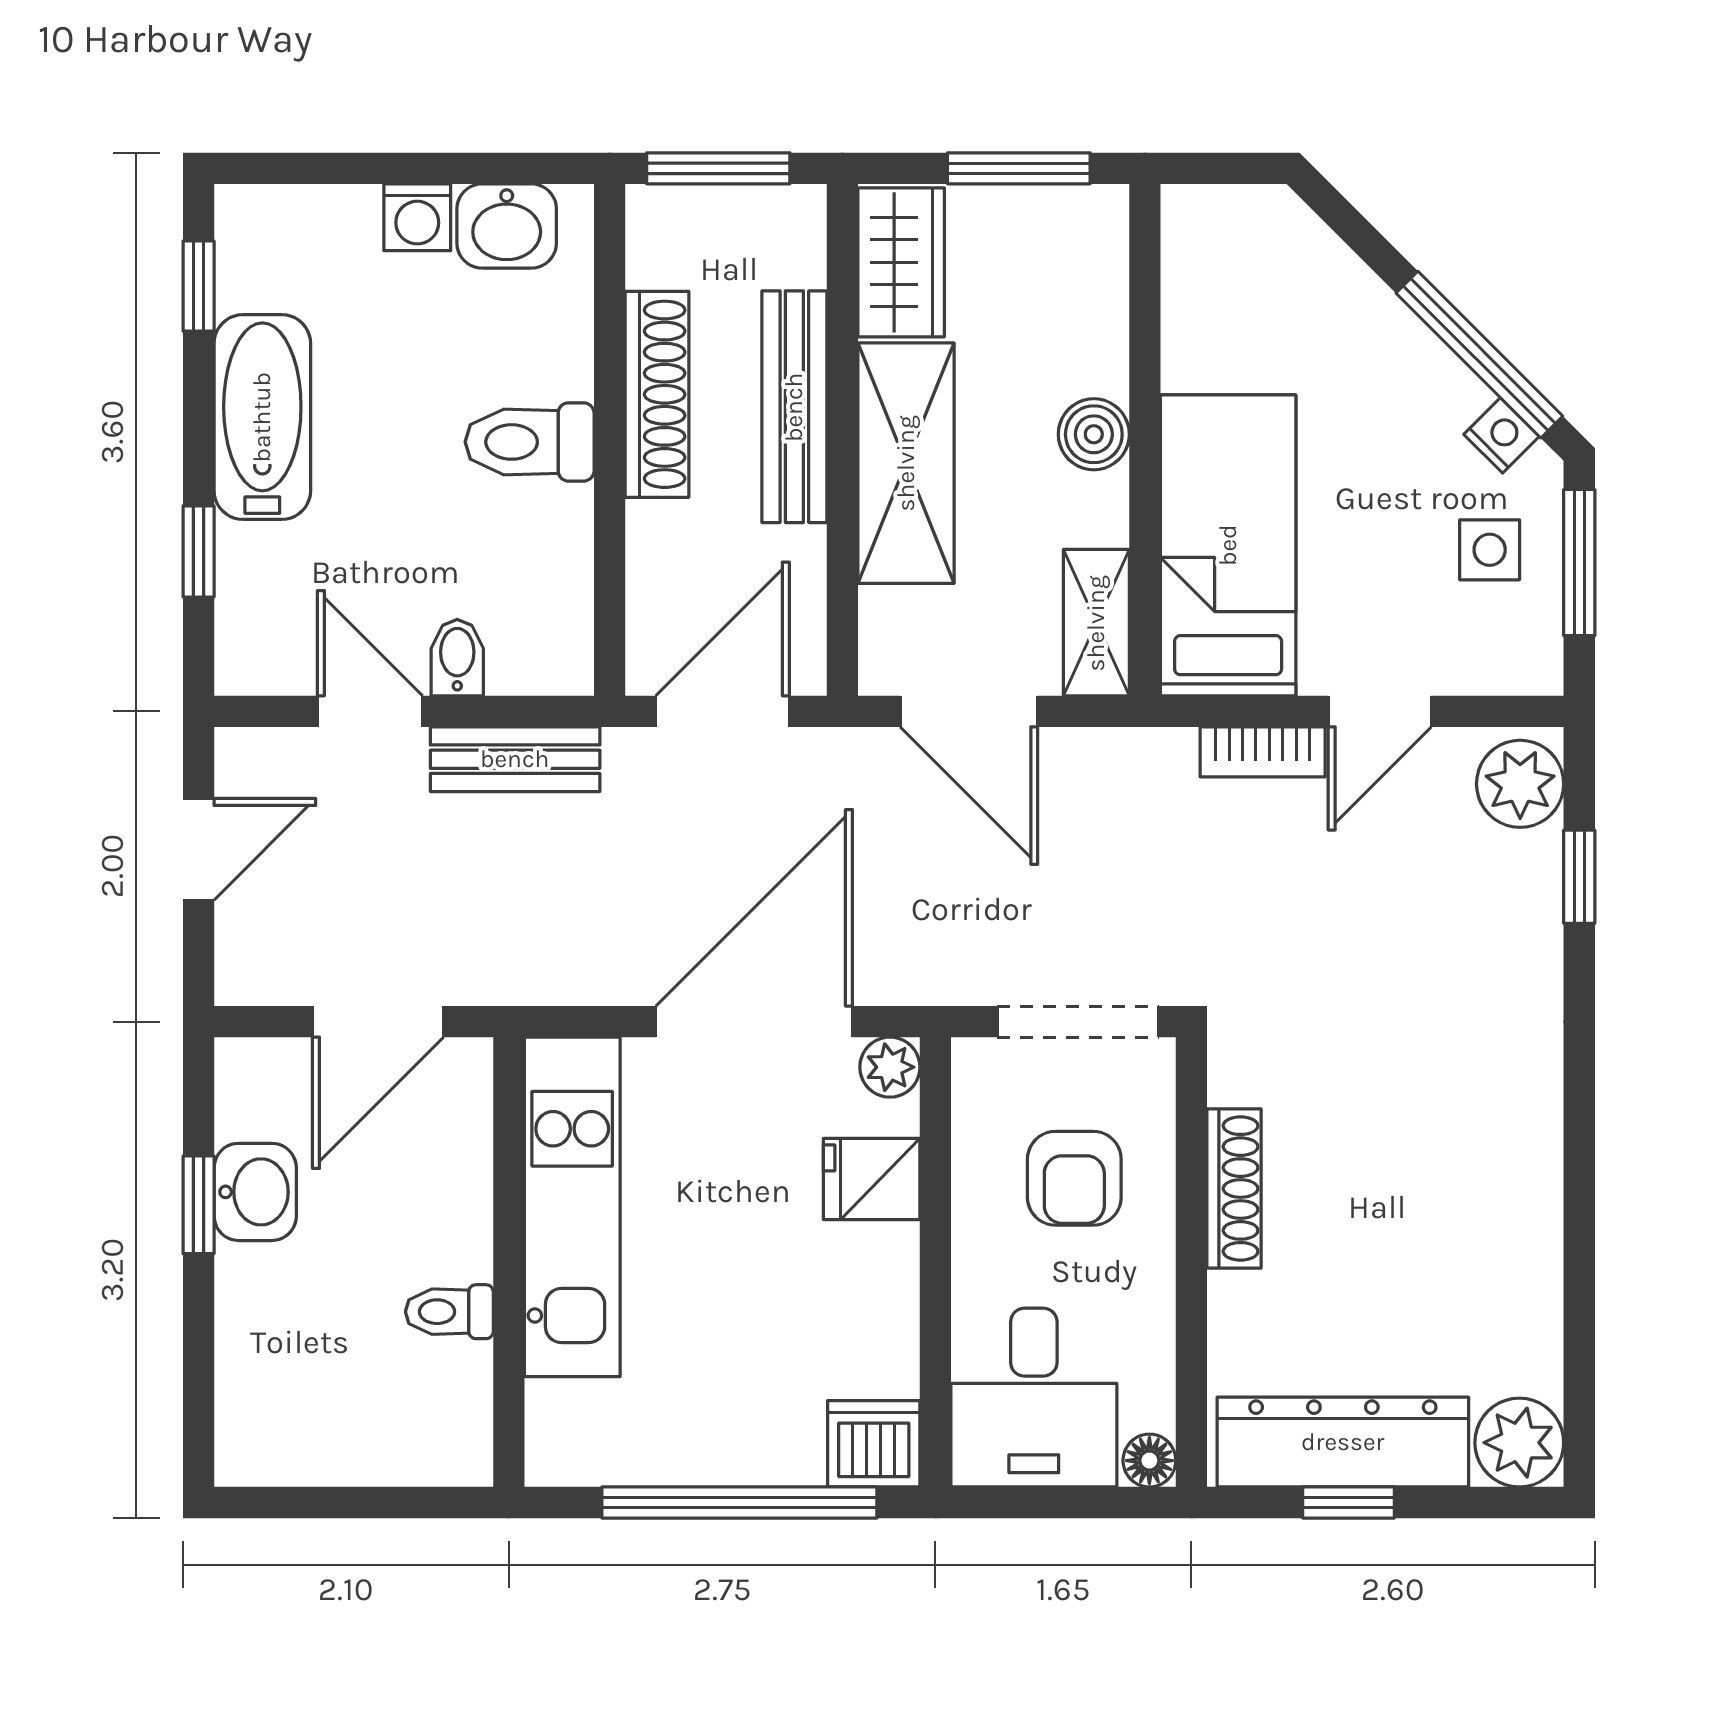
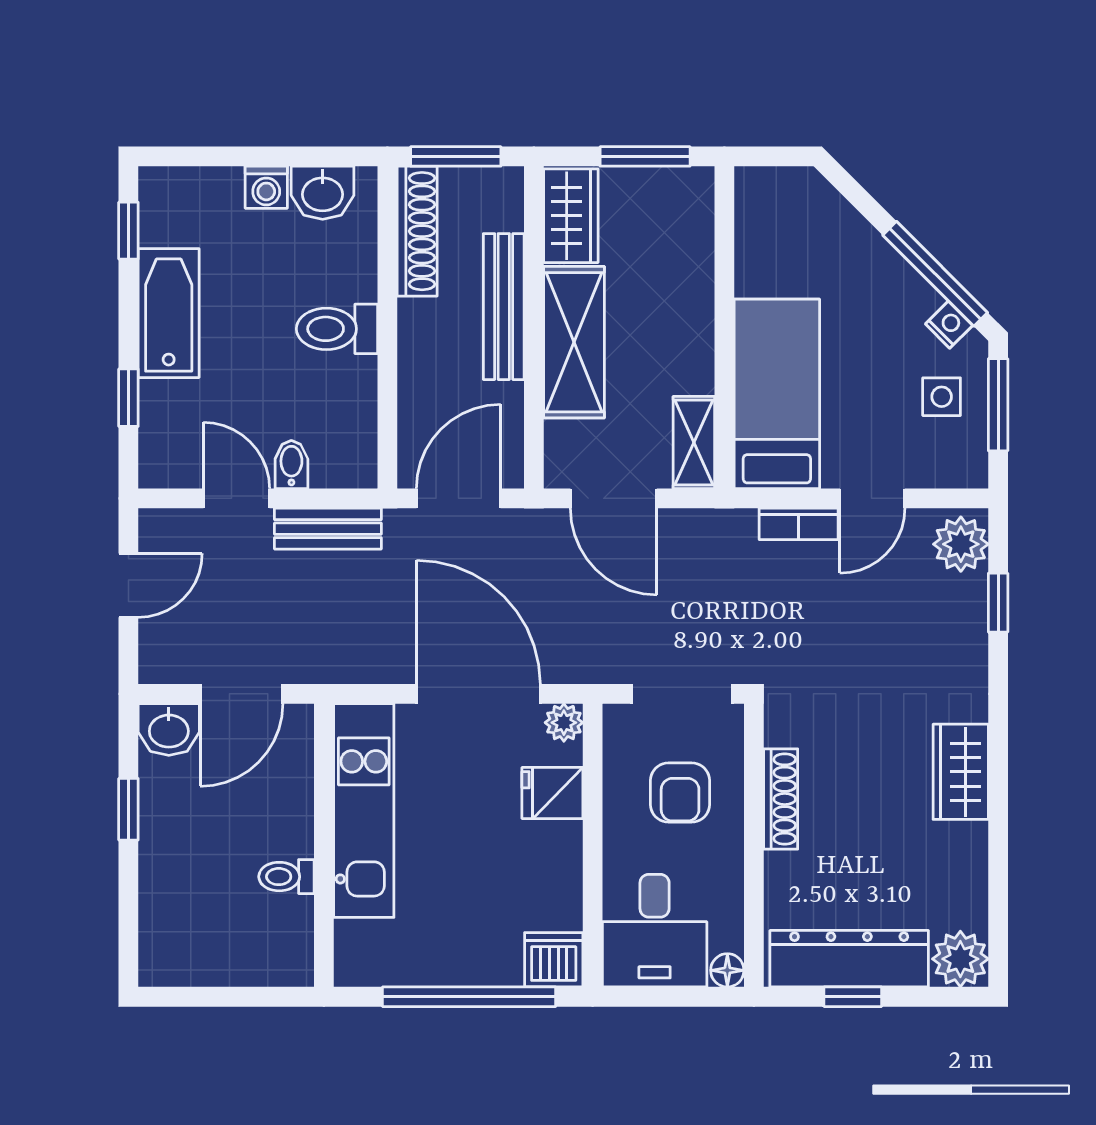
shoe rack: (657, 394) -> (417, 231), moved
boiler: (1094, 434) -> (692, 324), removed
door: (754, 1022) -> (478, 694), hinge flipped
wardrobe: (1520, 1145) -> (961, 772), added
washbasin: (255, 1192) -> (169, 730), moved, turned 90

